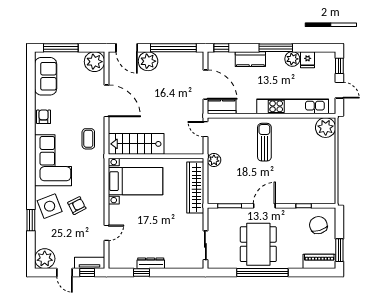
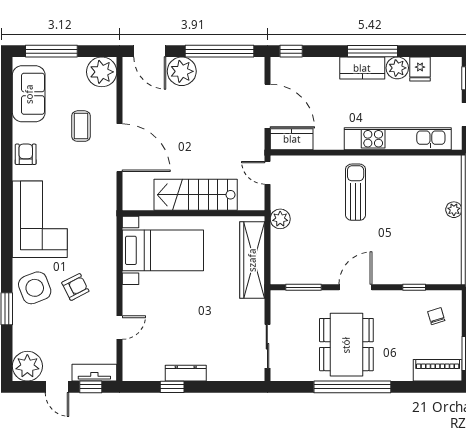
kitchen counter: (250, 59) -> (362, 68), moved
door: (106, 101) -> (120, 148), moved
plant: (326, 128) -> (454, 210), moved, width x0.53, depth x0.53
coffee table: (88, 139) -> (81, 126), moved
stairs: (136, 144) -> (196, 195), moved
chair: (318, 225) -> (436, 316), width x0.54, depth x0.54

